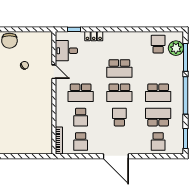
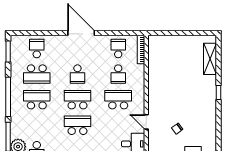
school desk: (81, 117) -> (118, 74), turned 180

